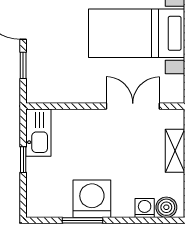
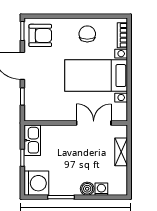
washing machine: (92, 199) -> (36, 183), moved, turned 90
boiler: (166, 207) -> (87, 189), moved

